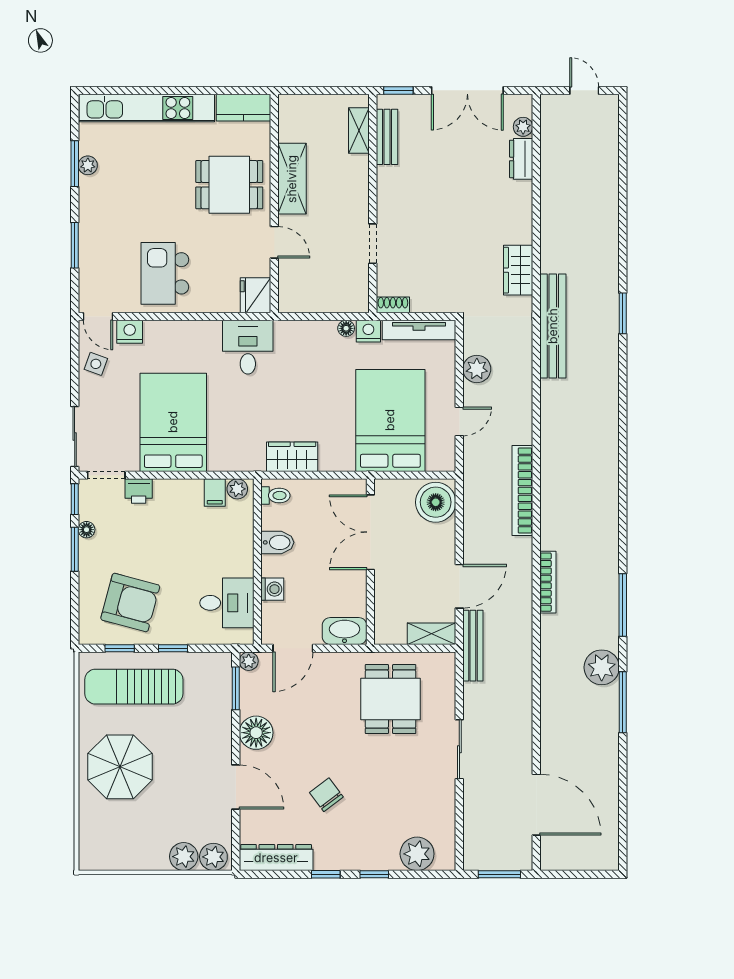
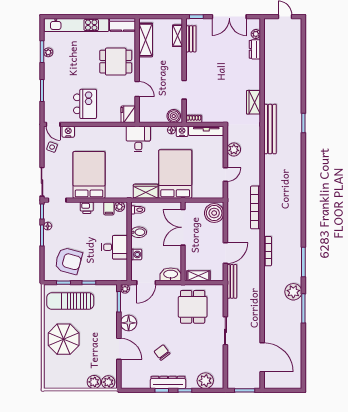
shelving: (292, 179) -> (146, 40), moved
kitchen island: (165, 273) -> (85, 104), turned 180
boiler: (351, 299) -> (174, 116), added
desk: (248, 347) -> (138, 139), moved
bed: (390, 420) -> (175, 174), moved
printer: (139, 491) -> (87, 208), moved
desk: (227, 603) -> (115, 247), moved
shelving: (432, 634) -> (198, 276), moved
dresser: (276, 858) -> (168, 382), moved

